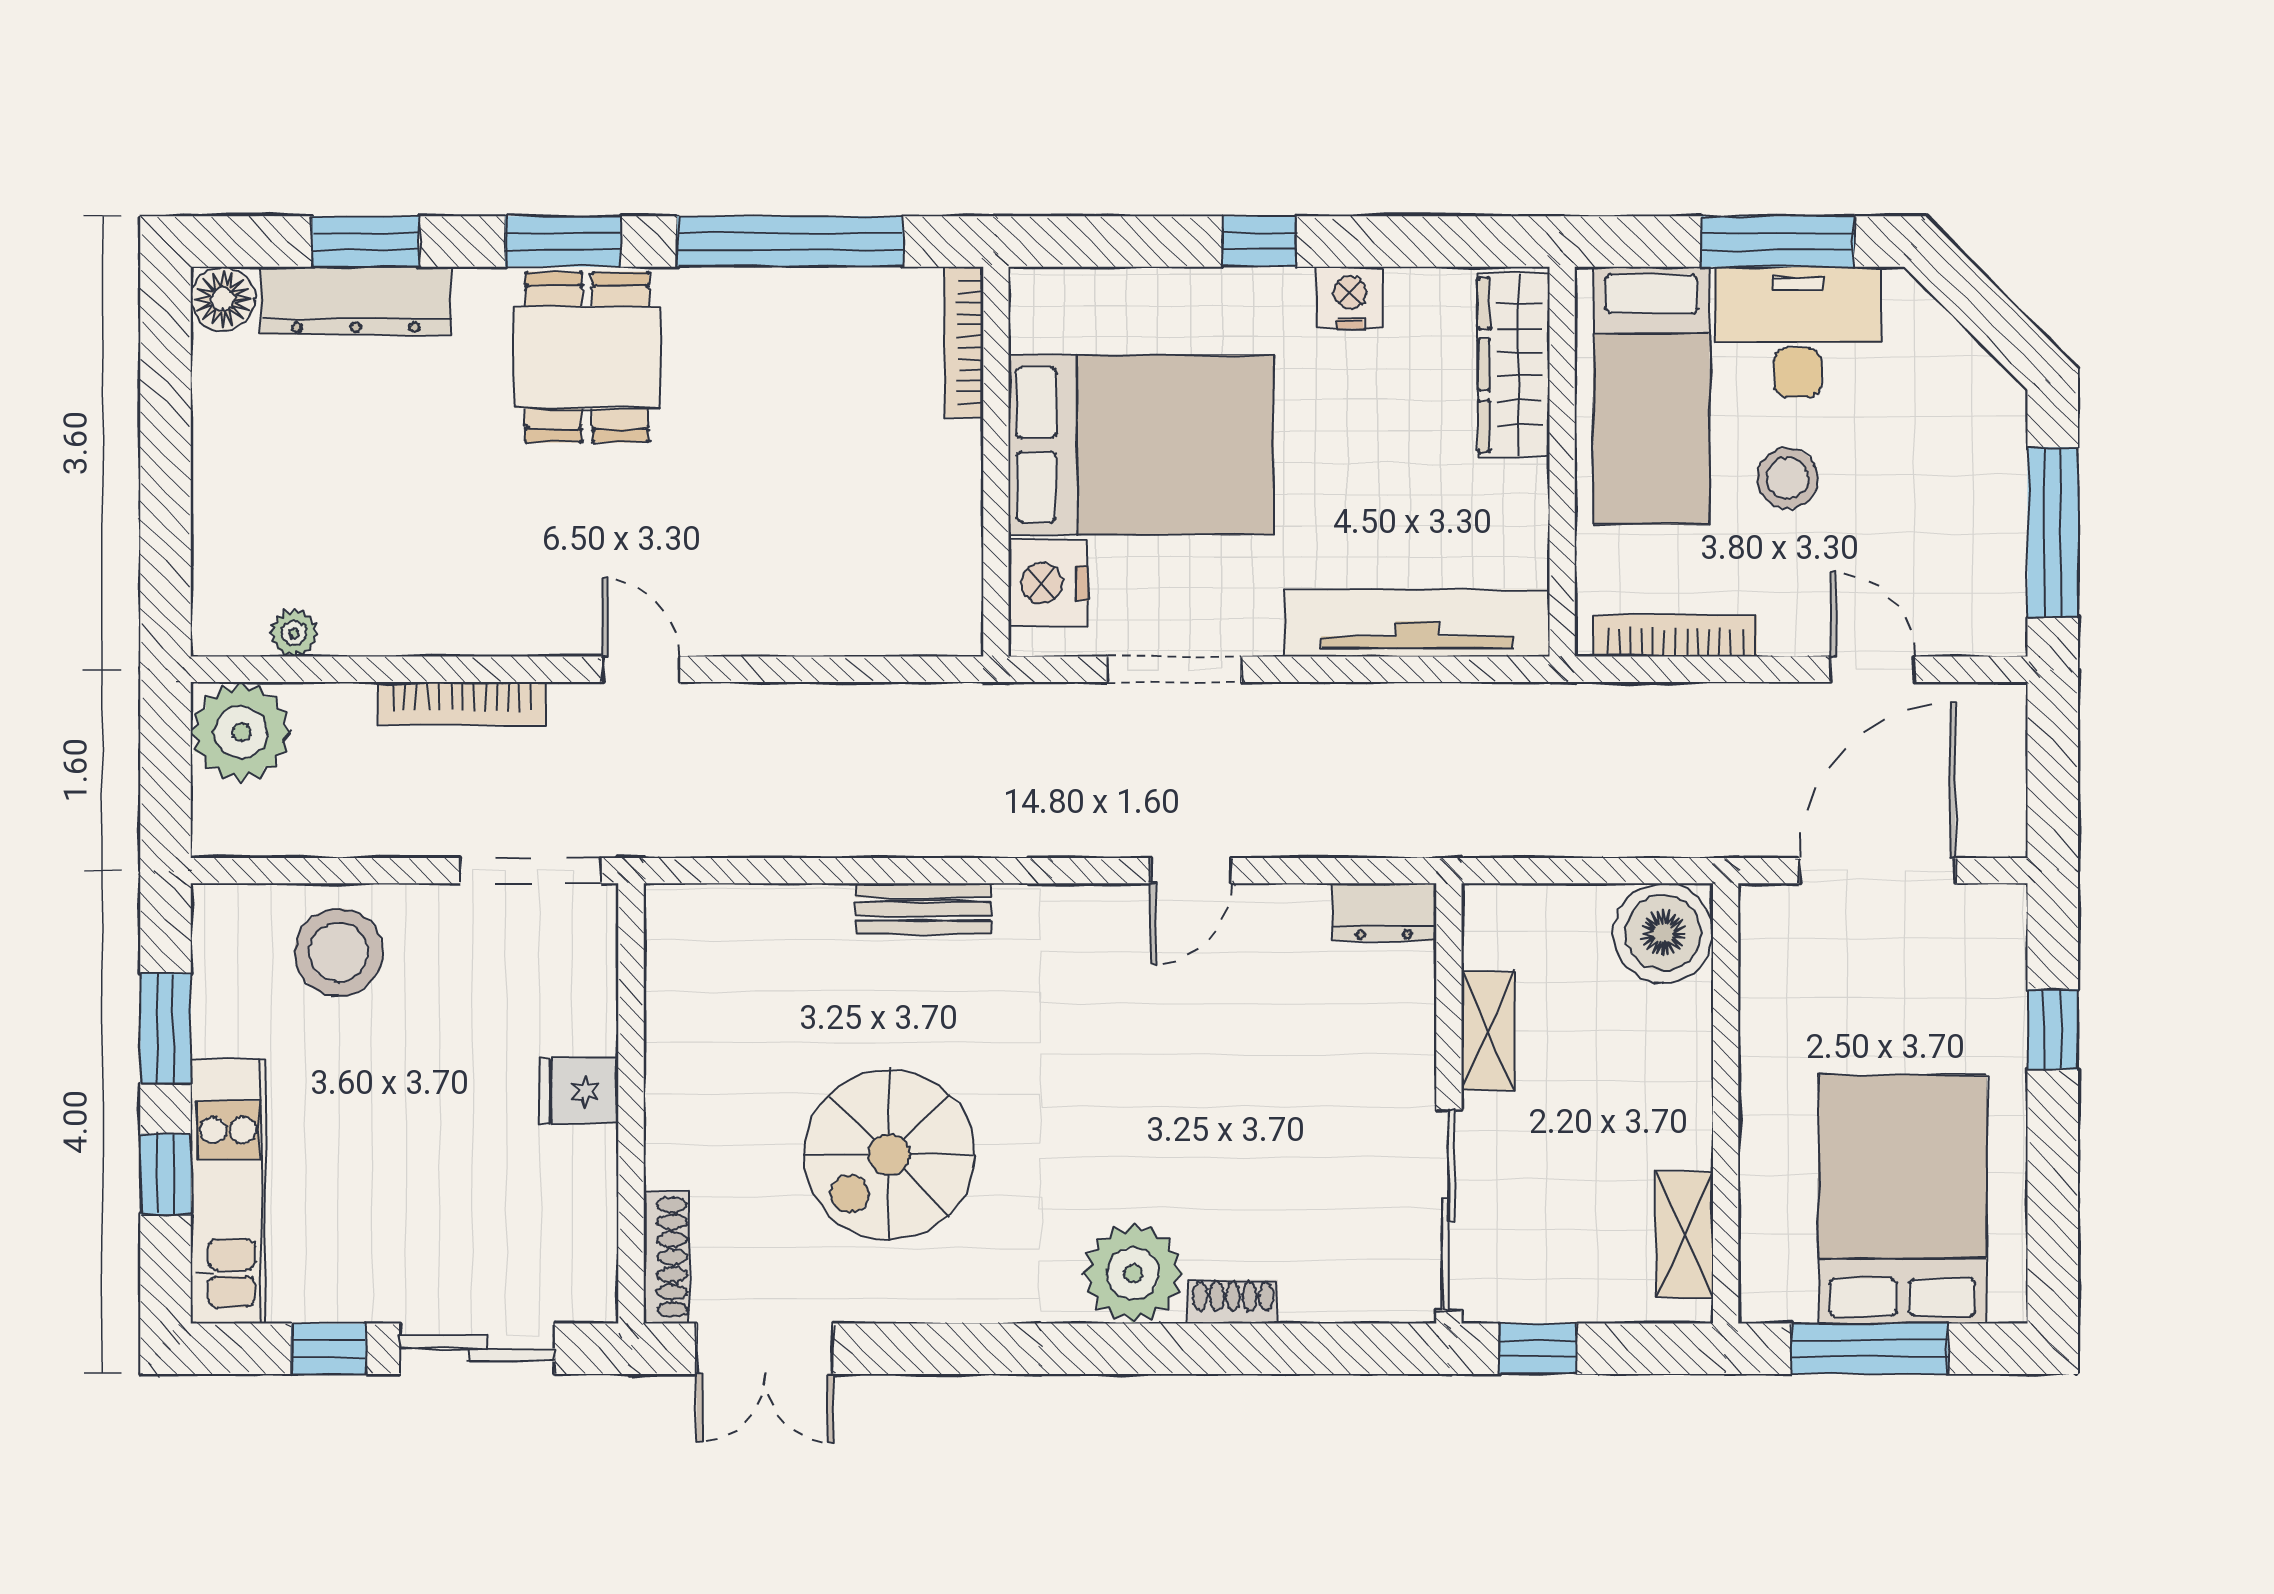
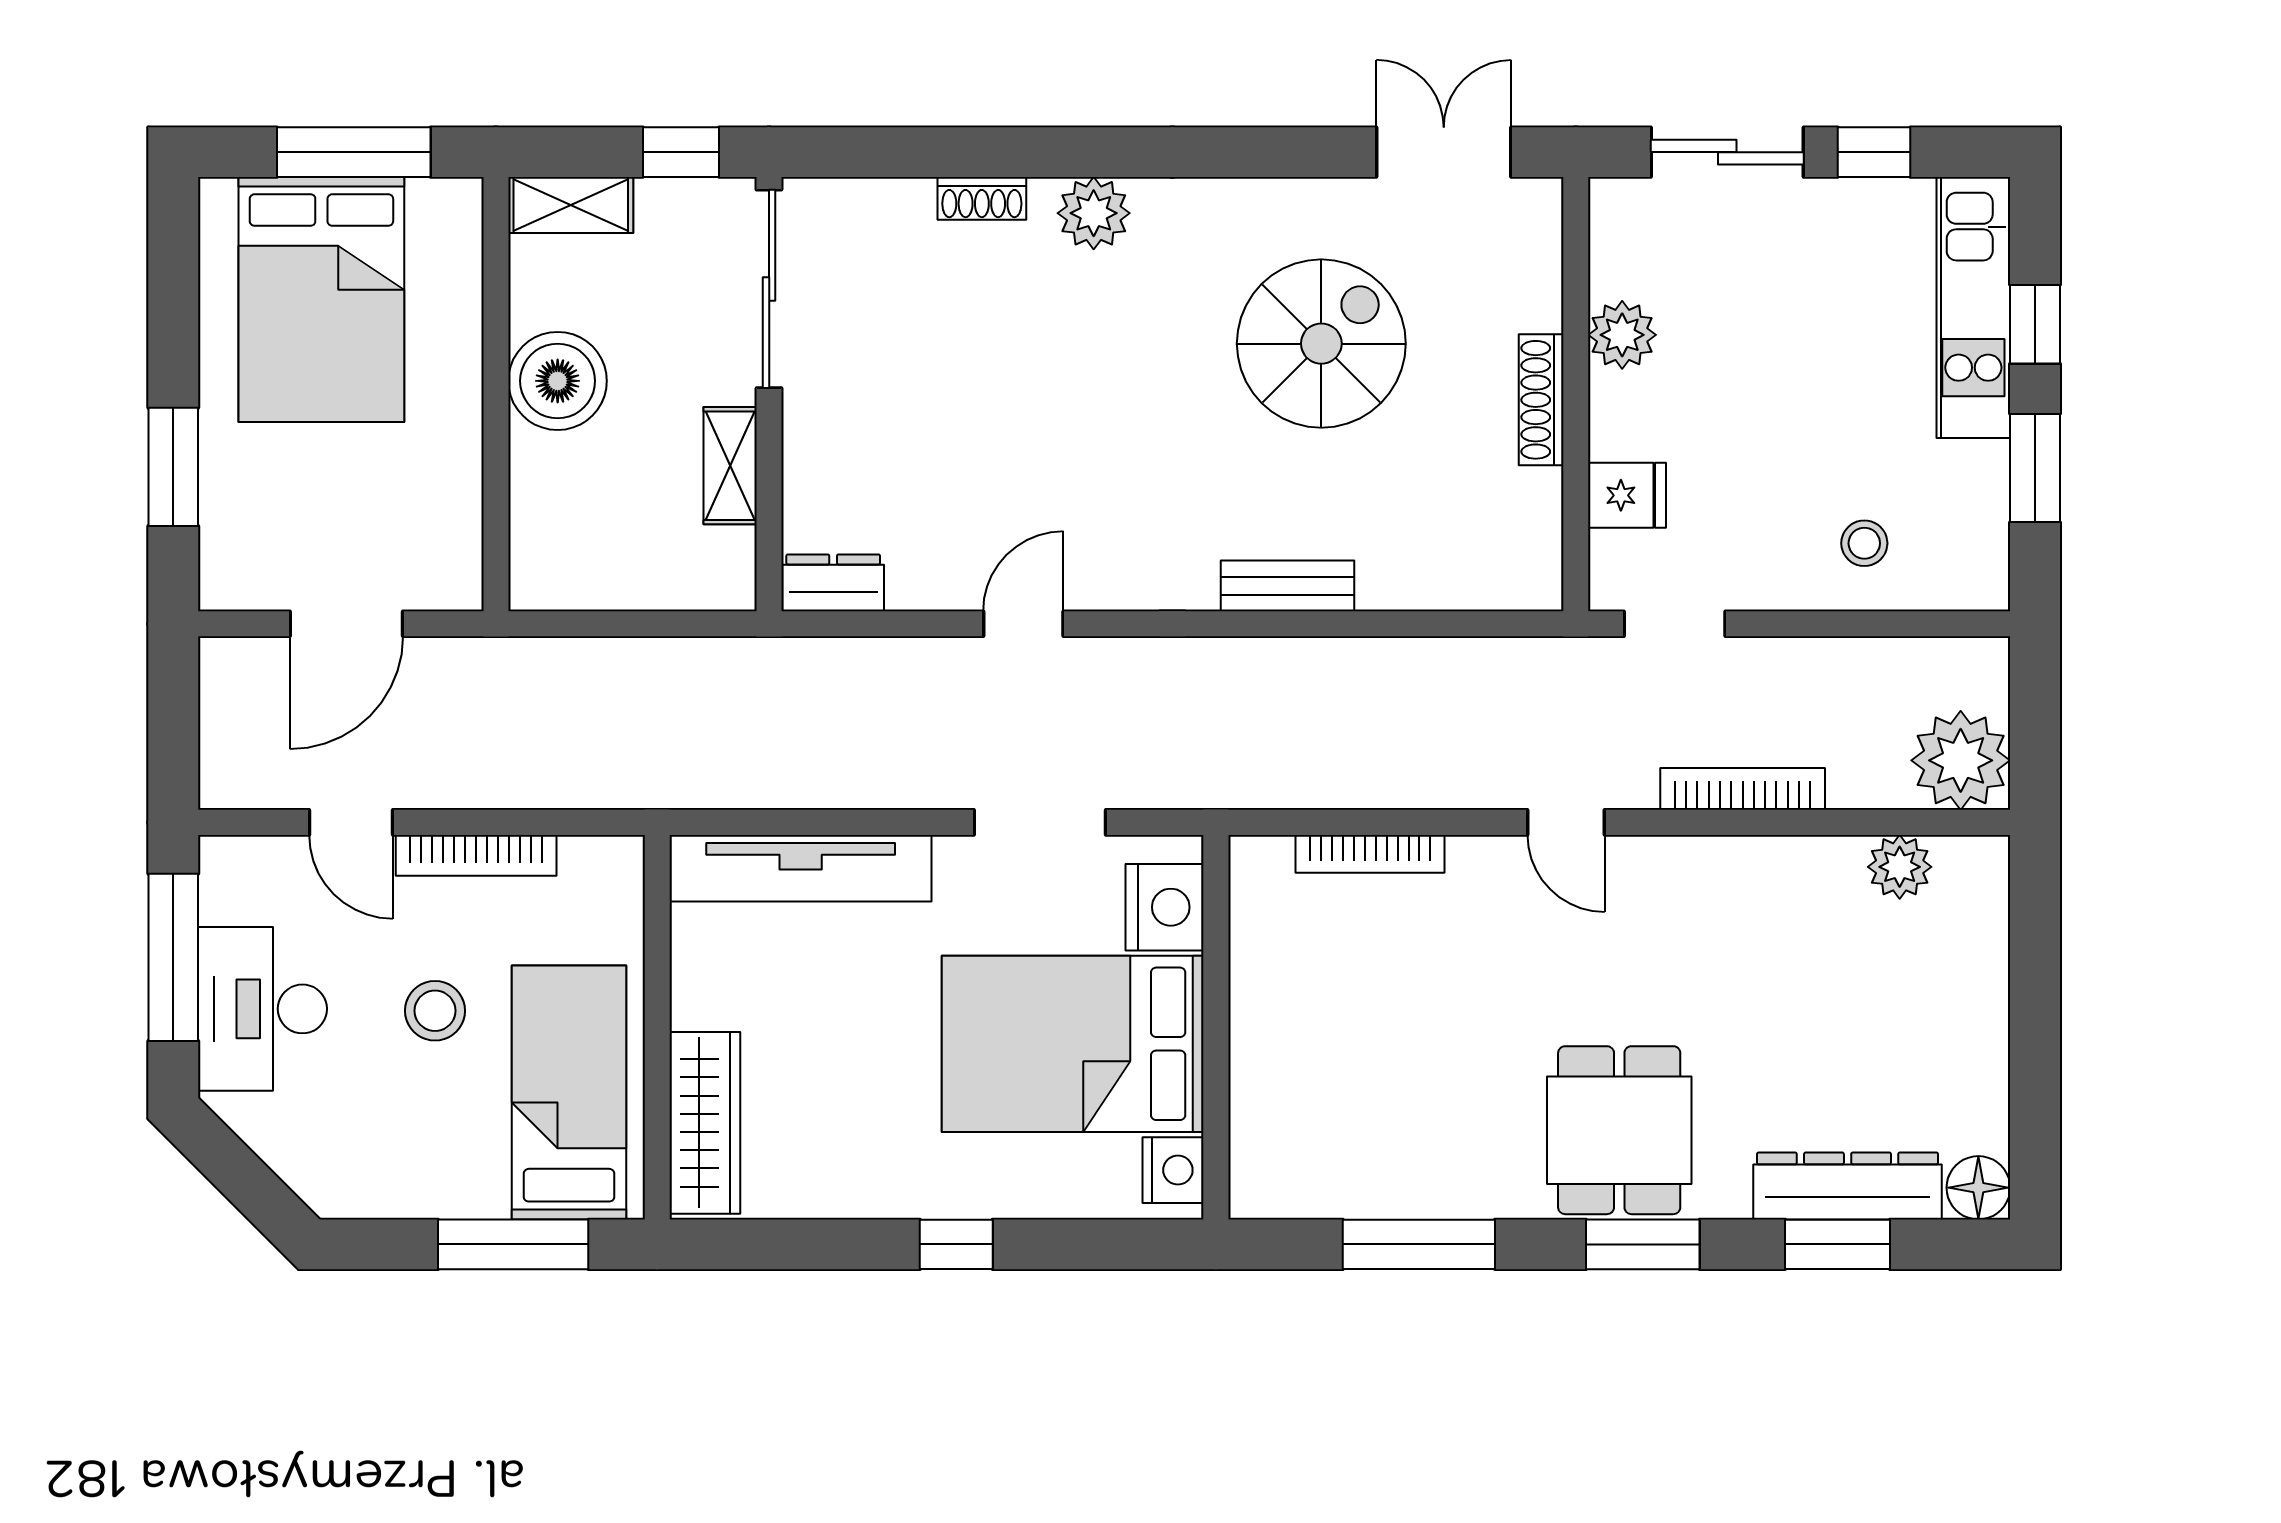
window: (790, 242) -> (1419, 1244), width x0.68
window: (1777, 242) -> (513, 1244), moved
nightstand: (1350, 297) -> (1173, 1170), moved, turned -90
desk: (1798, 332) -> (262, 1009), moved, turned 90
bookcase: (964, 342) -> (1370, 854), moved, turned 90
plant: (294, 633) -> (1900, 867), width x1.38, depth x1.38
bookcase: (1676, 636) -> (476, 855), moved
doorway: (531, 871) -> (1675, 624), width x0.73
door: (1877, 871) -> (346, 624), width x0.73
boiler: (1663, 933) -> (558, 381), moved
stool: (339, 952) -> (1864, 543), width x0.53, depth x0.53
window: (2053, 1030) -> (173, 467), width x1.50
fridge: (579, 1091) -> (1627, 495), moved
plant: (584, 1163) -> (1622, 335), added
shelving: (1685, 1235) -> (571, 205), moved, turned 90
shoe rack: (666, 1257) -> (1541, 400), moved
plant: (1133, 1273) -> (1094, 213), width x0.73, depth x0.73

